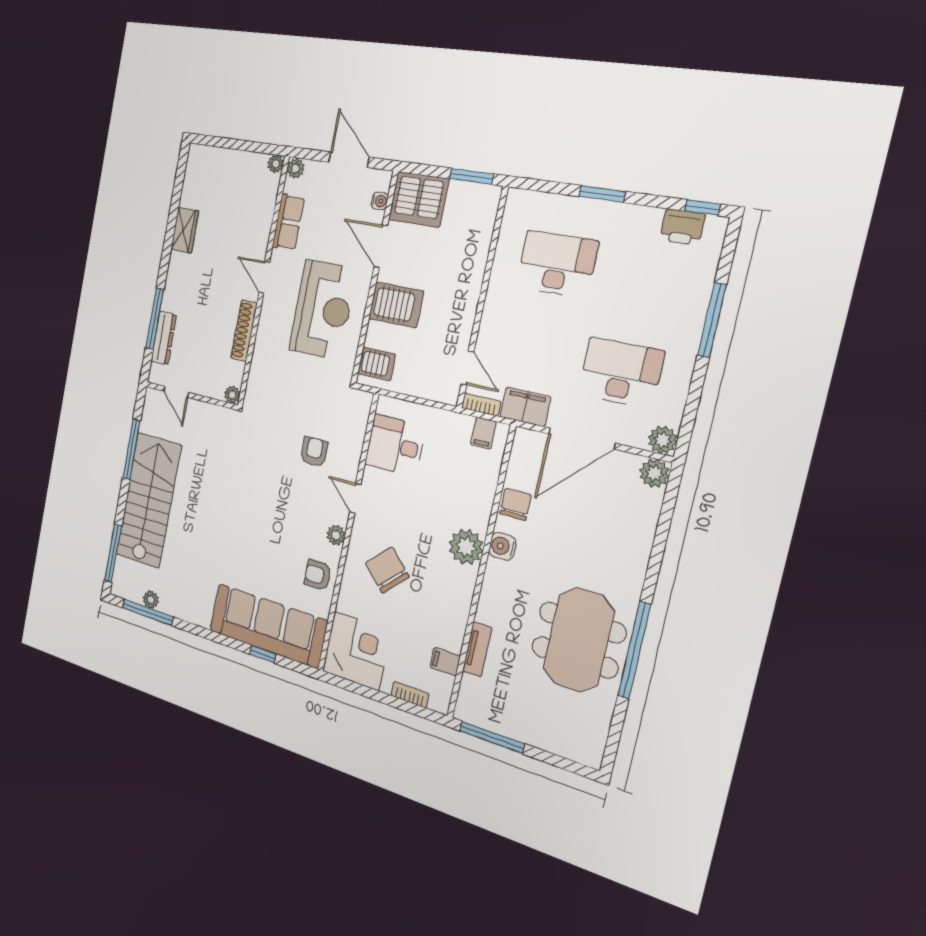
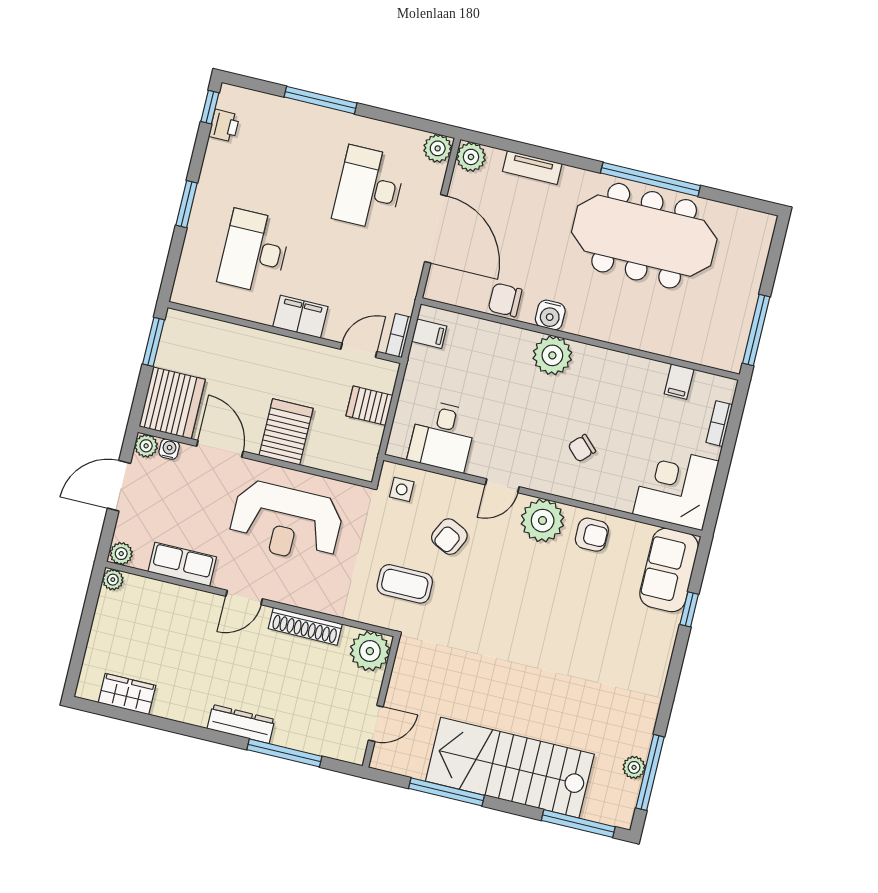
plant: (382, 180) -> (146, 446), added
printer: (682, 227) -> (224, 126), width x0.73, depth x0.81
wardrobe: (185, 230) -> (127, 694), moved
door: (381, 246) -> (220, 449), swing flipped
reception desk: (323, 310) -> (286, 522), turned 180
dresser: (164, 338) -> (241, 724), moved
server rack: (377, 364) -> (369, 406), moved, turned -90
plant: (232, 395) -> (370, 651), width x1.87, depth x1.87
filing cabinet: (525, 407) -> (300, 317), moved, turned 90
side table: (351, 410) -> (402, 489), added
coffee table: (277, 414) -> (405, 584), added
armchair: (314, 452) -> (449, 537), turned -64
plant: (336, 535) -> (543, 521), width x1.87, depth x1.87
chair: (387, 570) -> (582, 448), width x0.54, depth x0.54
armchair: (318, 575) -> (592, 535), turned -90
sofa: (268, 626) -> (669, 570), width x0.54, depth x0.79
meeting table: (578, 640) -> (644, 236), width x1.36
tv unit: (477, 649) -> (532, 168), moved, turned 180

